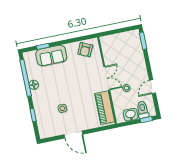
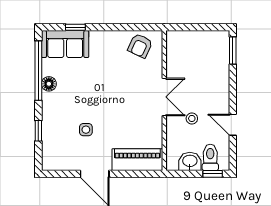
sofa: (51, 56) -> (65, 44), moved
door: (153, 87) -> (233, 125), hinge flipped
piano: (105, 108) -> (137, 160), moved, turned 90

